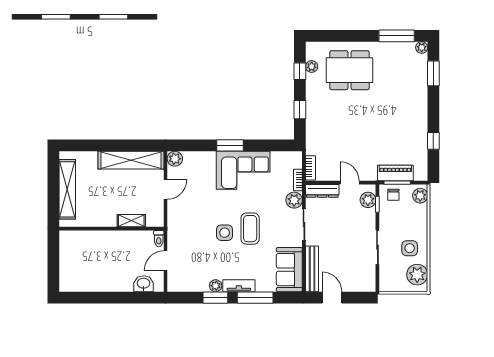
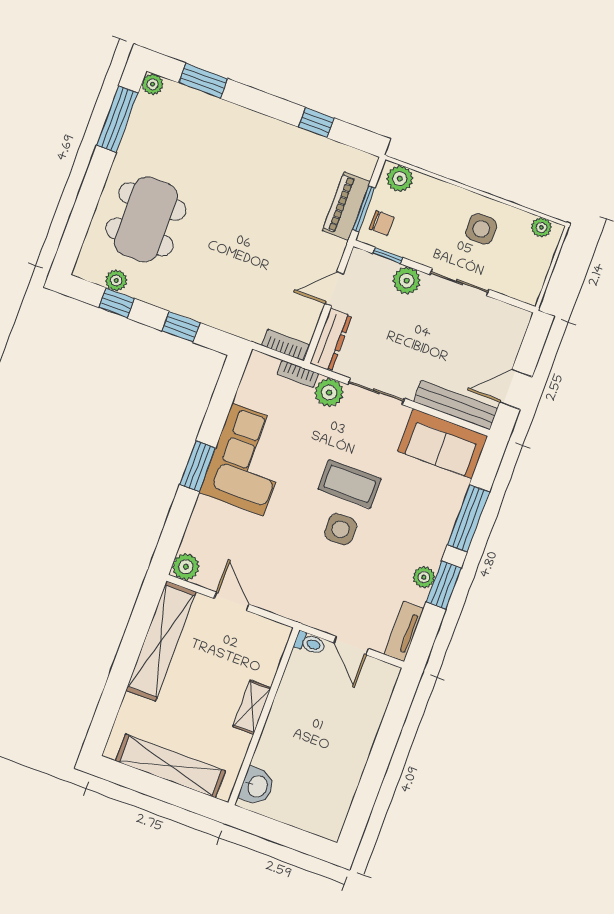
plant: (368, 200) -> (407, 281), moved
shelving: (131, 221) -> (252, 707), moved
plant: (417, 275) -> (541, 227), width x0.53, depth x0.53
washbasin: (144, 284) -> (257, 786), moved, turned 180
tv unit: (239, 286) -> (404, 631), moved

